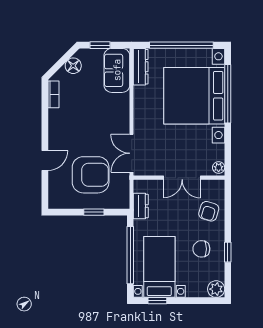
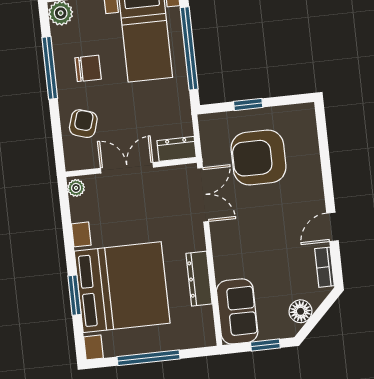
window: (181, 45) -> (149, 358), width x0.68
dresser: (141, 67) -> (199, 279), moved
window: (228, 94) -> (74, 295), width x0.47
door: (45, 160) -> (332, 227), moved
dresser: (141, 206) -> (177, 149), moved, turned 90
window: (228, 252) -> (50, 68), width x2.17

